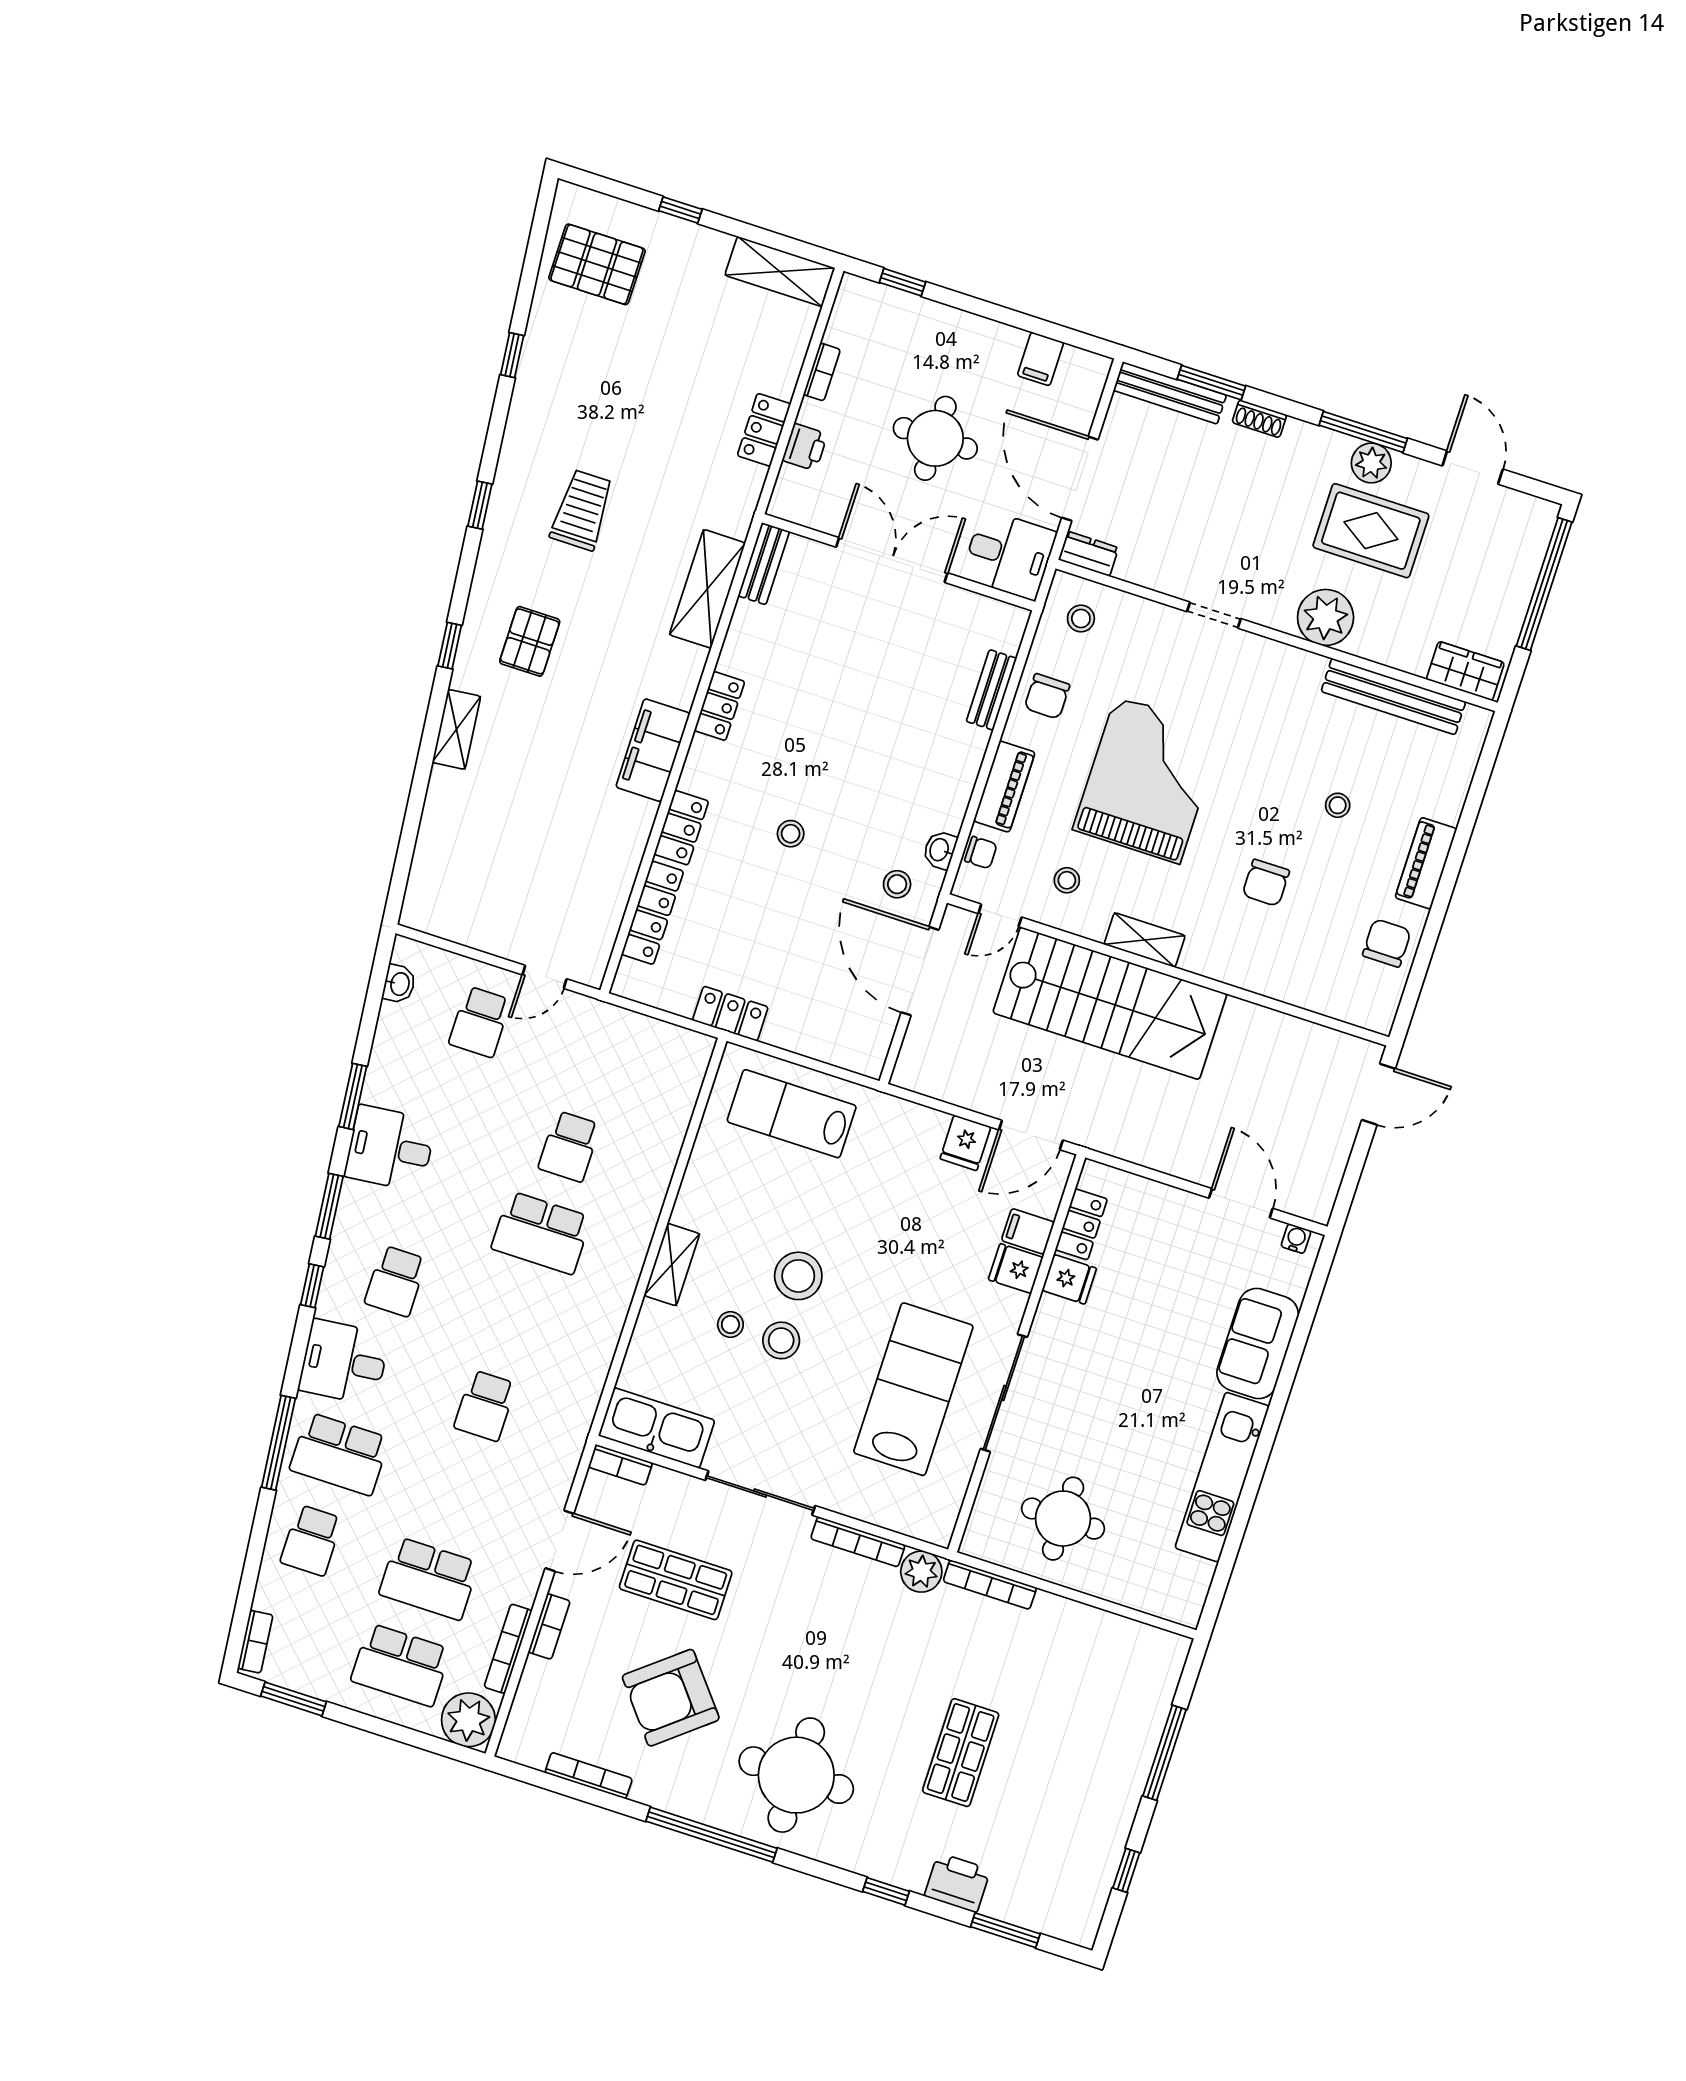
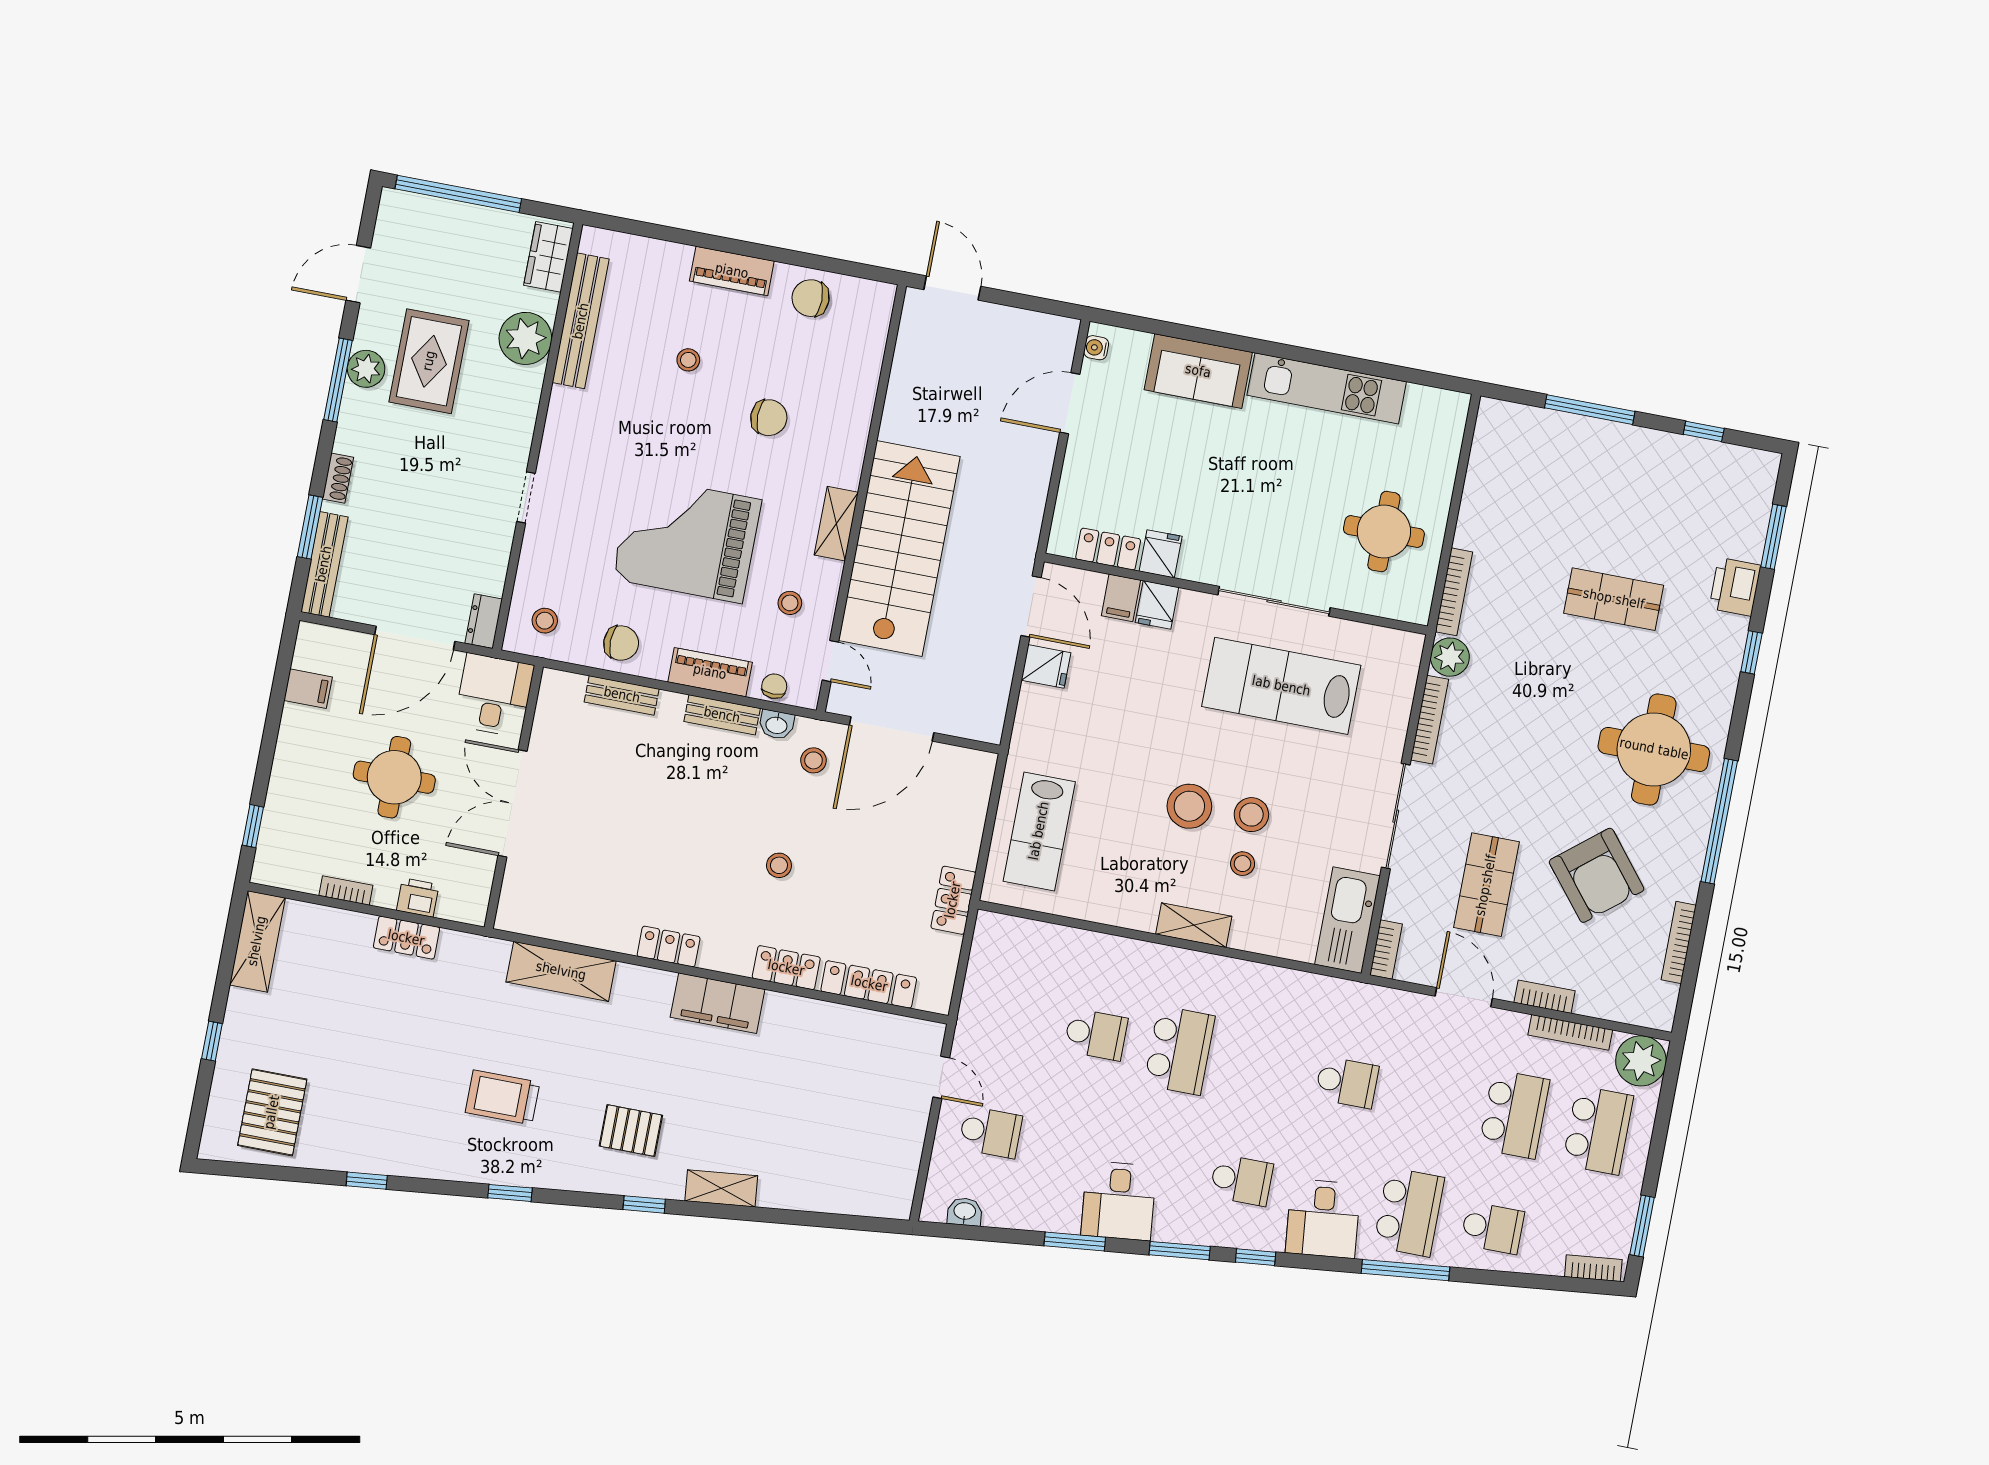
bench: (764, 564) -> (722, 715), moved
plant: (1326, 617) -> (525, 338), moved

